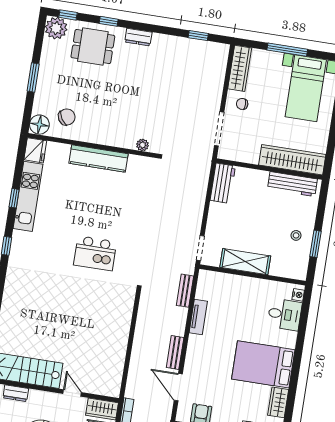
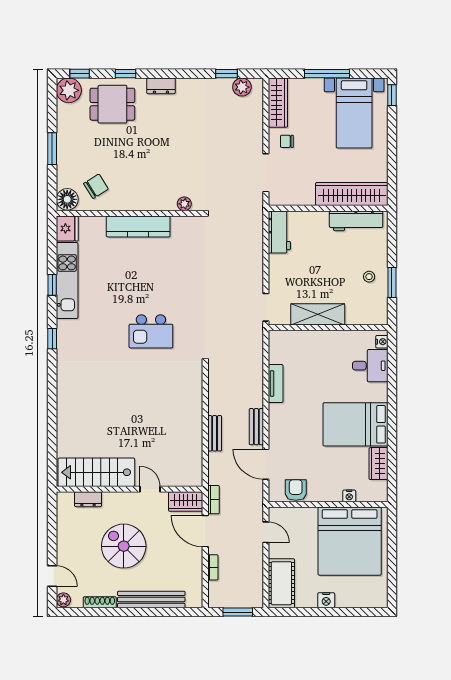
plant: (210, 50) -> (242, 87), added
bench: (185, 291) -> (215, 433), moved

